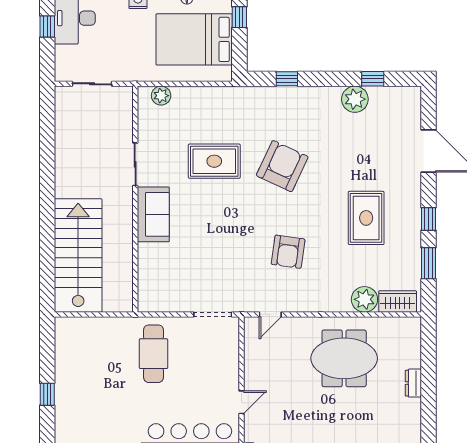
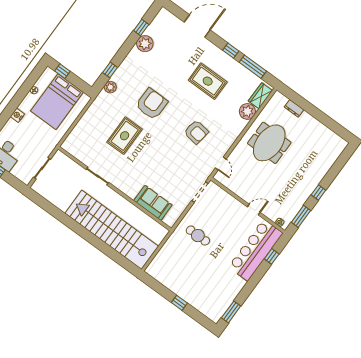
plant: (161, 96) -> (110, 87), moved
armchair: (282, 166) -> (152, 104), turned 65
sofa: (153, 214) -> (153, 203), moved
stairs: (78, 255) -> (112, 230), width x1.36
window: (429, 263) -> (253, 67), width x1.44
cafe table: (153, 354) -> (198, 236), width x0.73, depth x0.74
dresser: (413, 383) -> (294, 108), moved
door: (241, 402) -> (254, 210), hinge flipped

